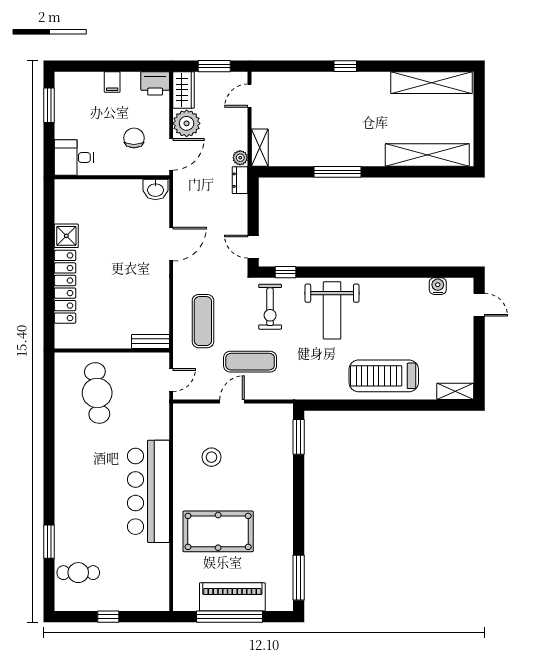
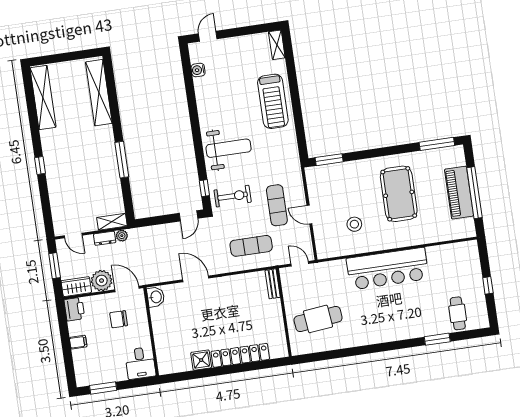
dresser: (240, 180) -> (105, 238), moved
pool table: (218, 531) -> (399, 194), moved

